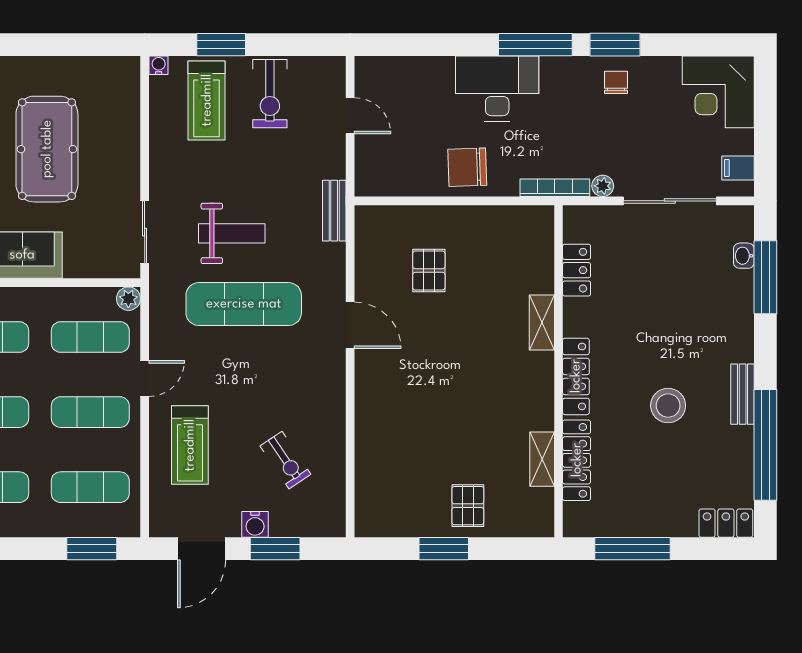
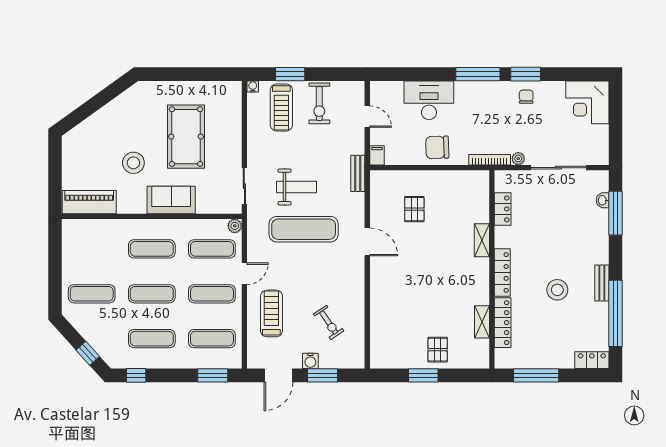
desk: (497, 88) -> (429, 100), moved
filing cabinet: (738, 168) -> (377, 155), moved, turned 90
treadmill: (190, 445) -> (271, 313), turned 180

